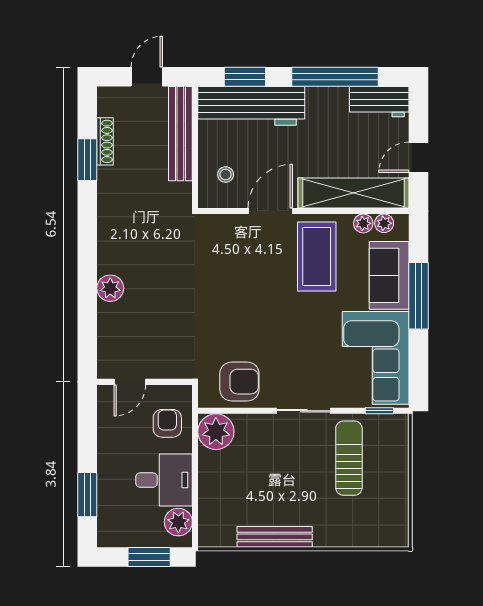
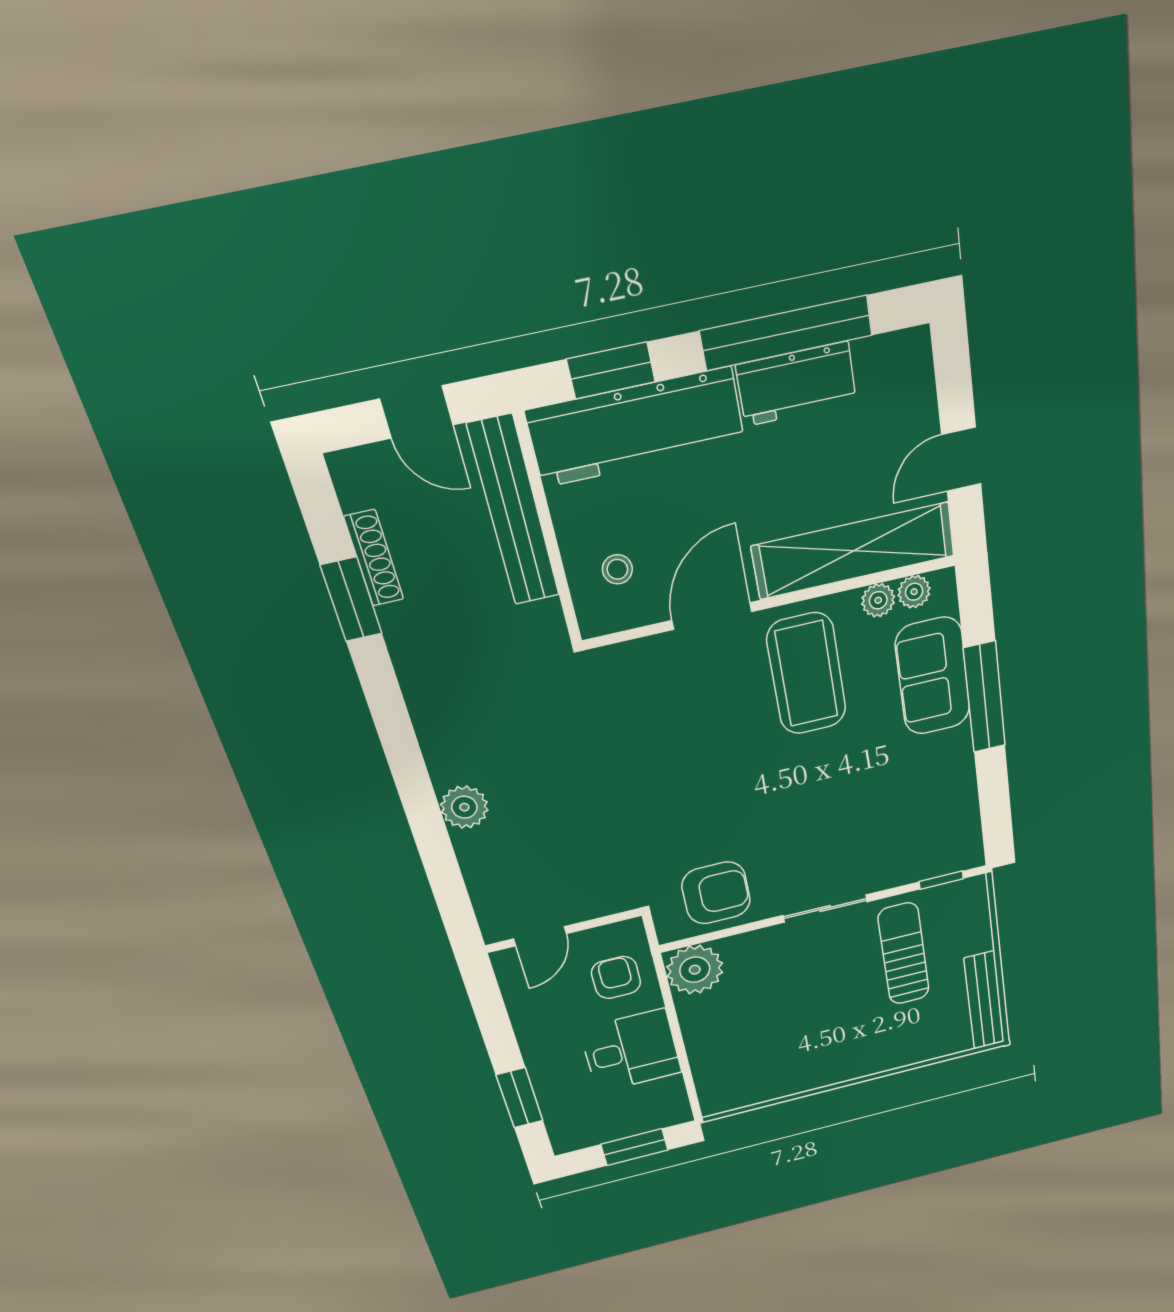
door: (147, 77) -> (416, 412), swing flipped
workbench: (379, 102) -> (796, 384), moved
corner sofa: (376, 358) -> (926, 807), removed
plant: (178, 522) -> (666, 1096), removed
bench: (275, 537) -> (984, 1001), moved, turned 90

